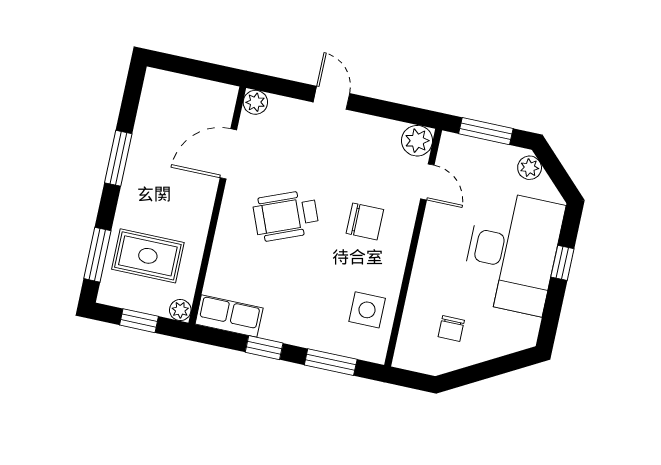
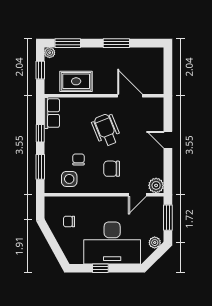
door: (331, 98) -> (168, 140), swing flipped
plant: (255, 102) -> (158, 103), removed
chair: (365, 221) -> (112, 169), turned 90
rug: (148, 256) -> (76, 81), moved, turned 90
window: (562, 263) -> (100, 268), moved
chair: (332, 283) -> (78, 159), added
plant: (180, 310) -> (50, 53), moved

